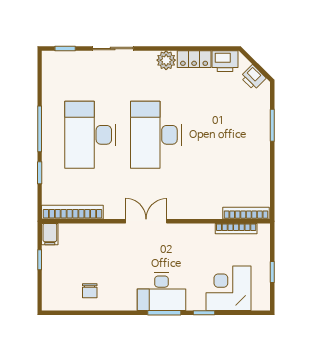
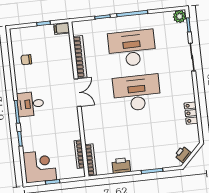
plant: (166, 60) -> (180, 16), moved
printer: (225, 61) -> (121, 166), moved, turned 90
bookcase: (72, 212) -> (80, 57), moved
corner desk: (228, 288) -> (40, 166), moved
desk: (161, 292) -> (30, 104), width x0.73

